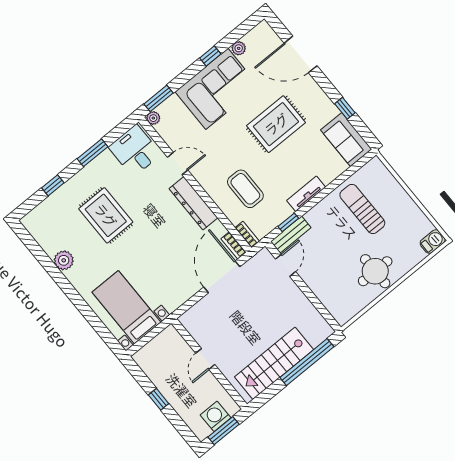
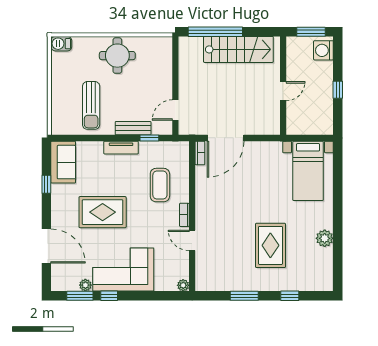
window: (159, 98) -> (80, 296), moved
desk: (135, 151) -> (214, 273), removed
dresser: (193, 203) -> (204, 204), removed
bookcase: (247, 235) -> (184, 215), moved
bench: (291, 235) -> (133, 128), moved
washing machine: (216, 416) -> (323, 50), moved, turned 90

